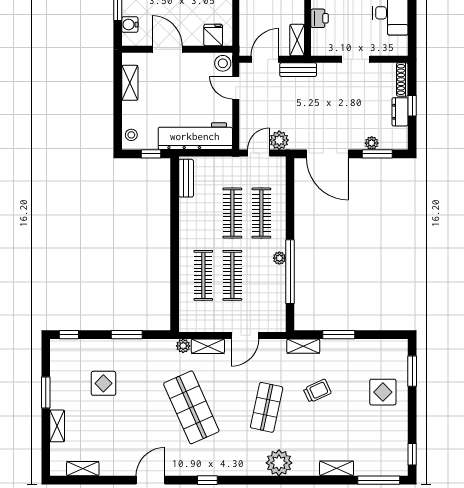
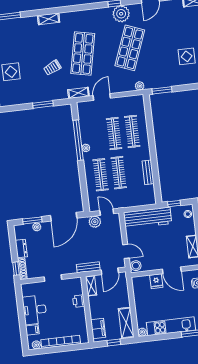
fridge: (213, 35) -> (156, 281), moved
window: (412, 106) -> (16, 269), moved
door: (259, 153) -> (107, 212), swing flipped
door: (327, 154) -> (64, 217), swing flipped
bench: (186, 178) -> (148, 172), moved
window: (127, 335) -> (162, 90), moved
shelving: (208, 346) -> (124, 87), removed
shelving: (303, 346) -> (78, 93), moved
shop shelf: (191, 407) -> (130, 48), turned 45
shop shelf: (267, 407) -> (83, 54), width x1.43, depth x1.36
plant: (279, 463) -> (121, 14), moved
shelving: (337, 468) -> (49, 19), moved

